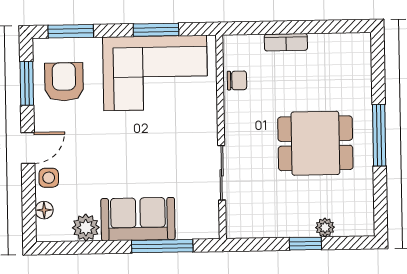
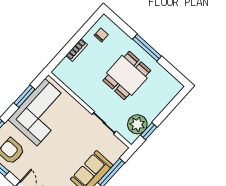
chair: (237, 80) -> (101, 35), moved
plant: (325, 227) -> (137, 124), moved, width x1.88, depth x1.88
window: (305, 244) -> (149, 131), moved

